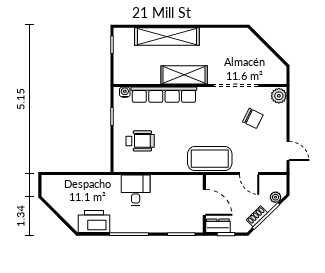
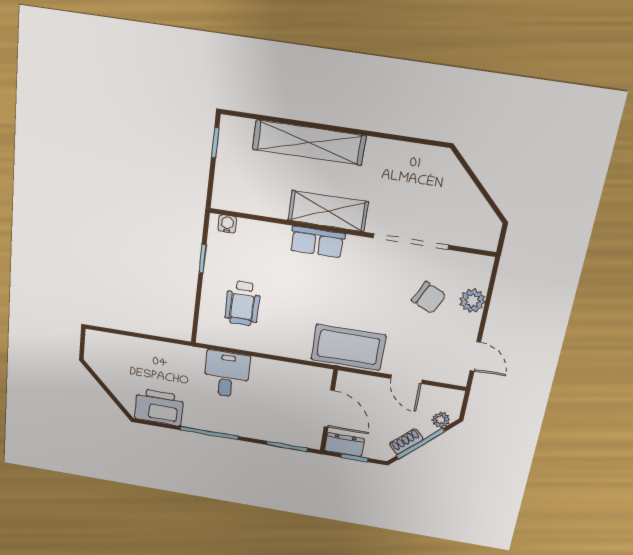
row of seats: (164, 95) -> (317, 242), width x0.50
plant: (279, 96) -> (472, 300), moved
wheelchair: (140, 141) -> (243, 303), turned 90

